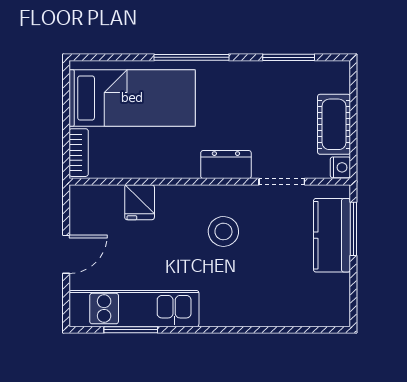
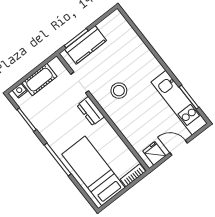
nightstand: (340, 167) -> (20, 91), moved
fridge: (140, 202) -> (154, 153), moved, turned -90

